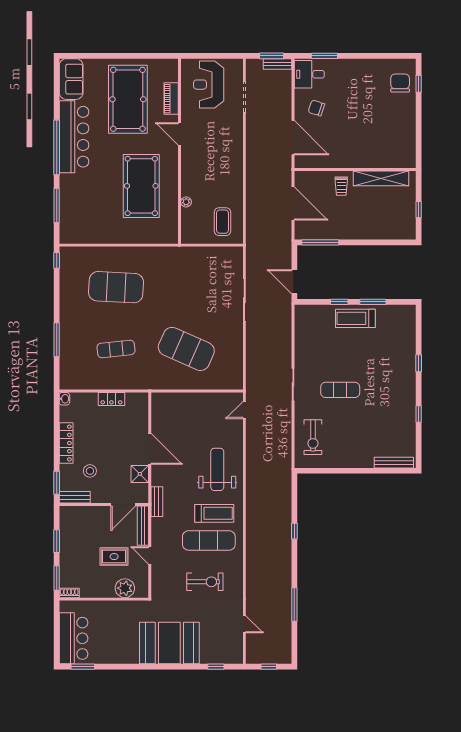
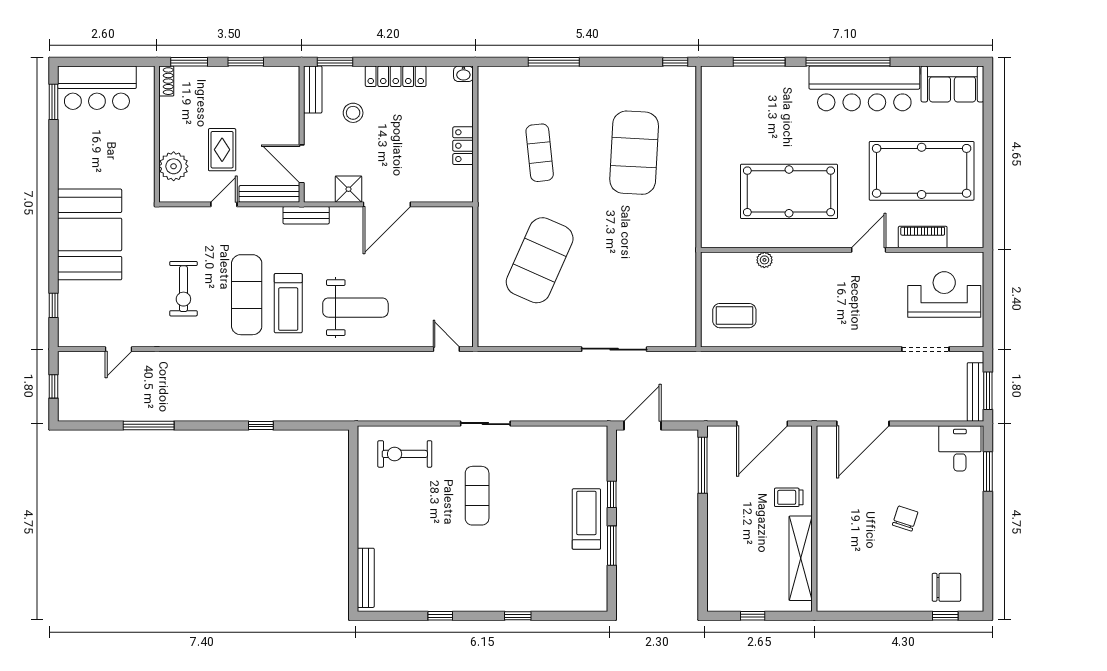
bench: (278, 64) -> (976, 392), width x1.36
chair: (316, 108) -> (905, 519), moved

